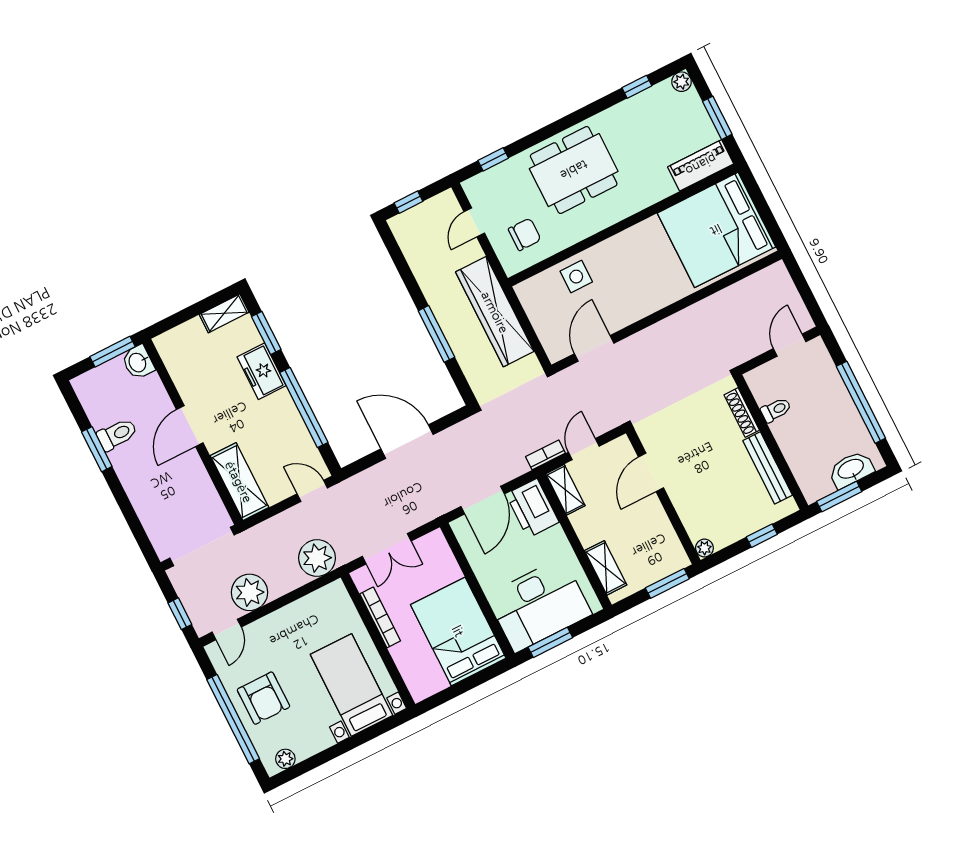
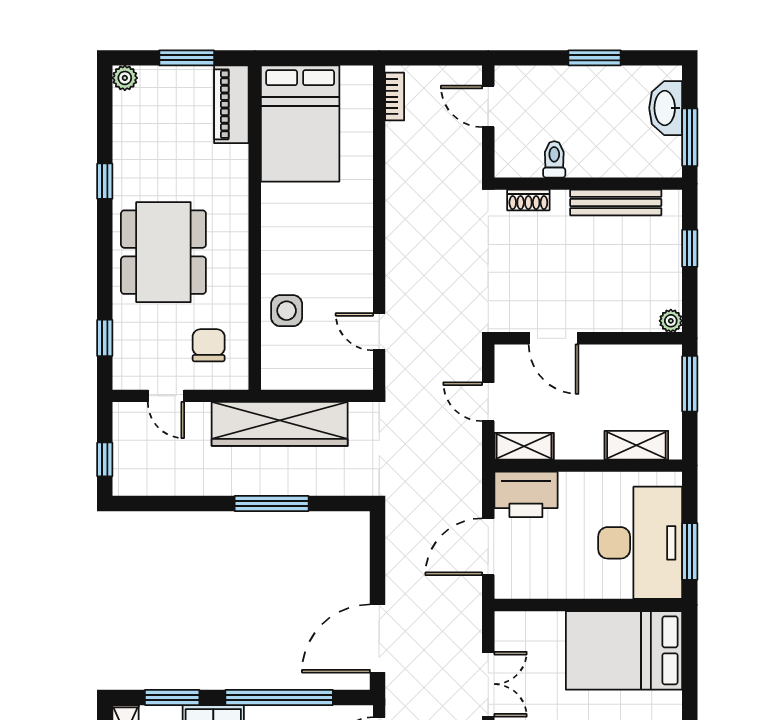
window: (637, 87) -> (105, 181), moved
bed: (716, 230) -> (300, 124), width x0.73
door: (594, 348) -> (379, 332), width x0.73
window: (861, 402) -> (595, 58), width x0.47
shoe rack: (742, 412) -> (528, 200), width x0.70
door: (407, 442) -> (378, 639), moved
bookcase: (545, 455) -> (395, 97), moved, turned 180
door: (483, 500) -> (488, 547), swing flipped

